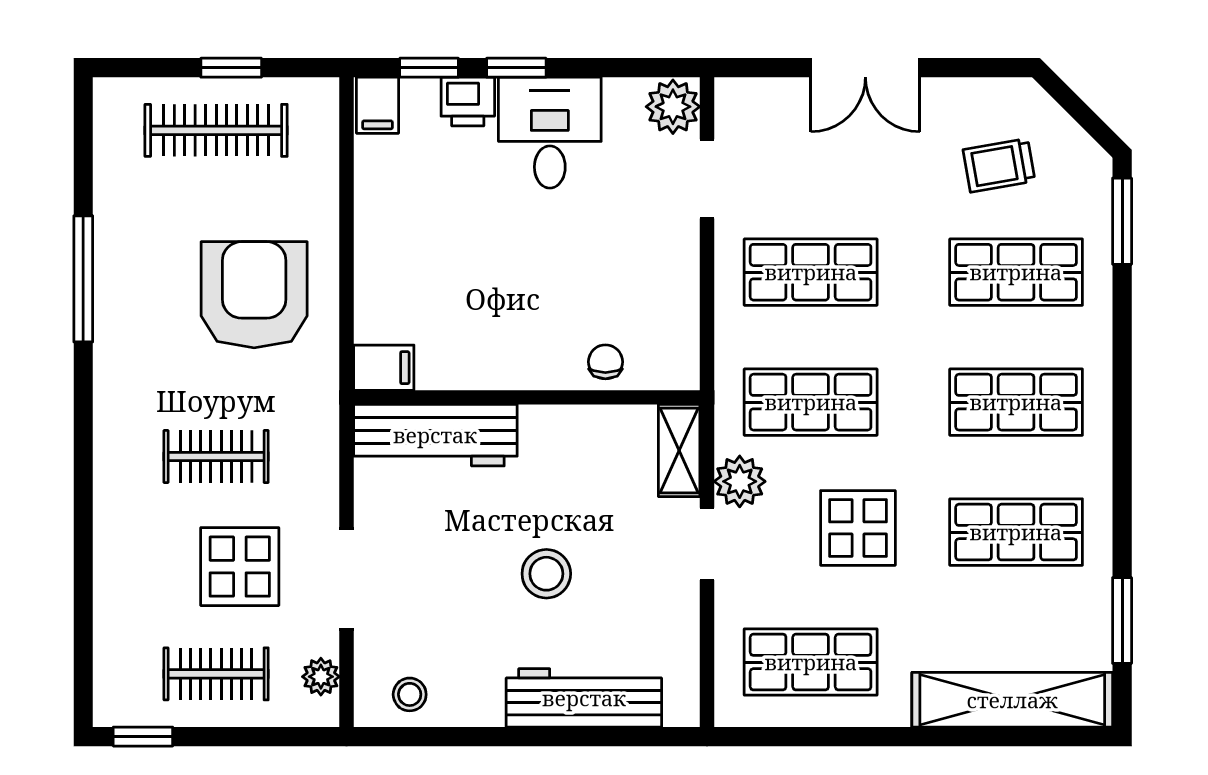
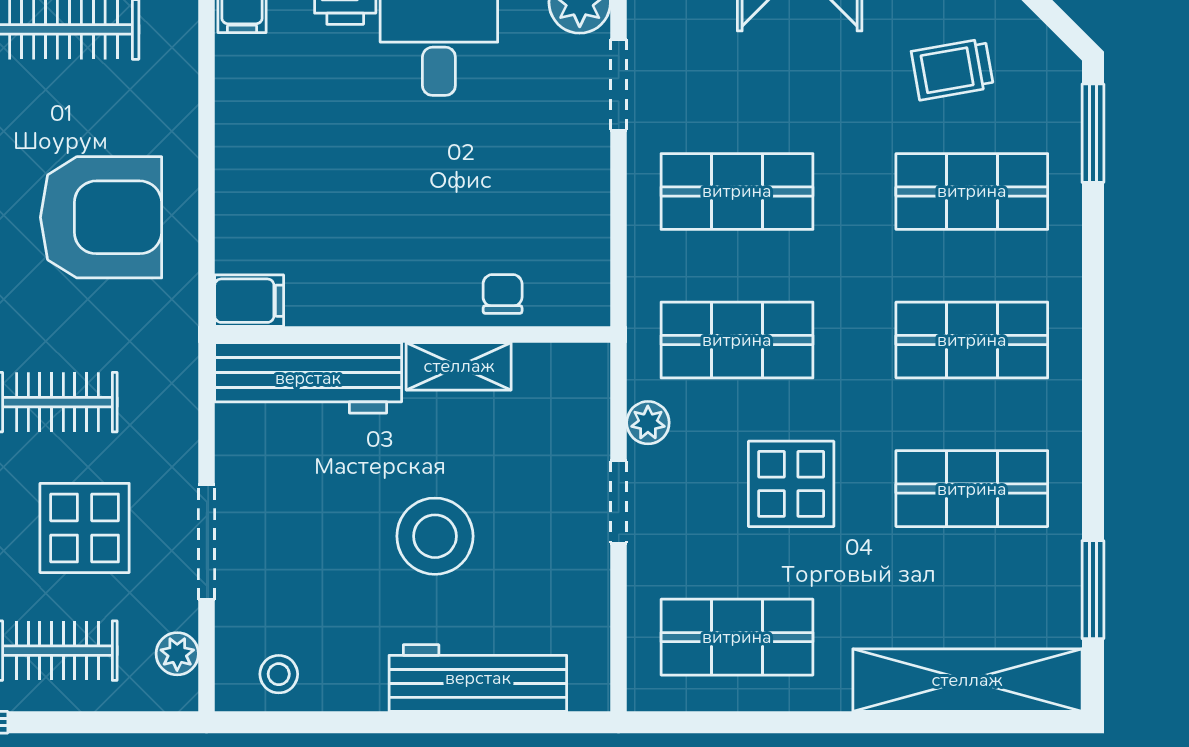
armchair: (254, 295) -> (101, 217), turned 90
shelving: (679, 450) -> (459, 366), moved, turned 90
plant: (740, 481) -> (648, 423), width x0.73, depth x0.73
stool: (546, 574) -> (435, 536), width x1.38, depth x1.38

